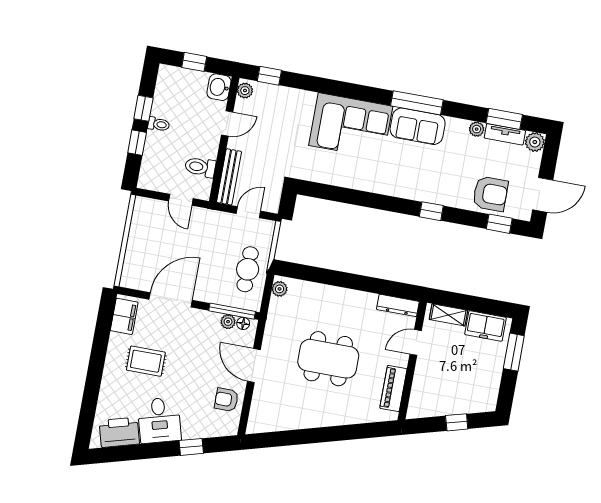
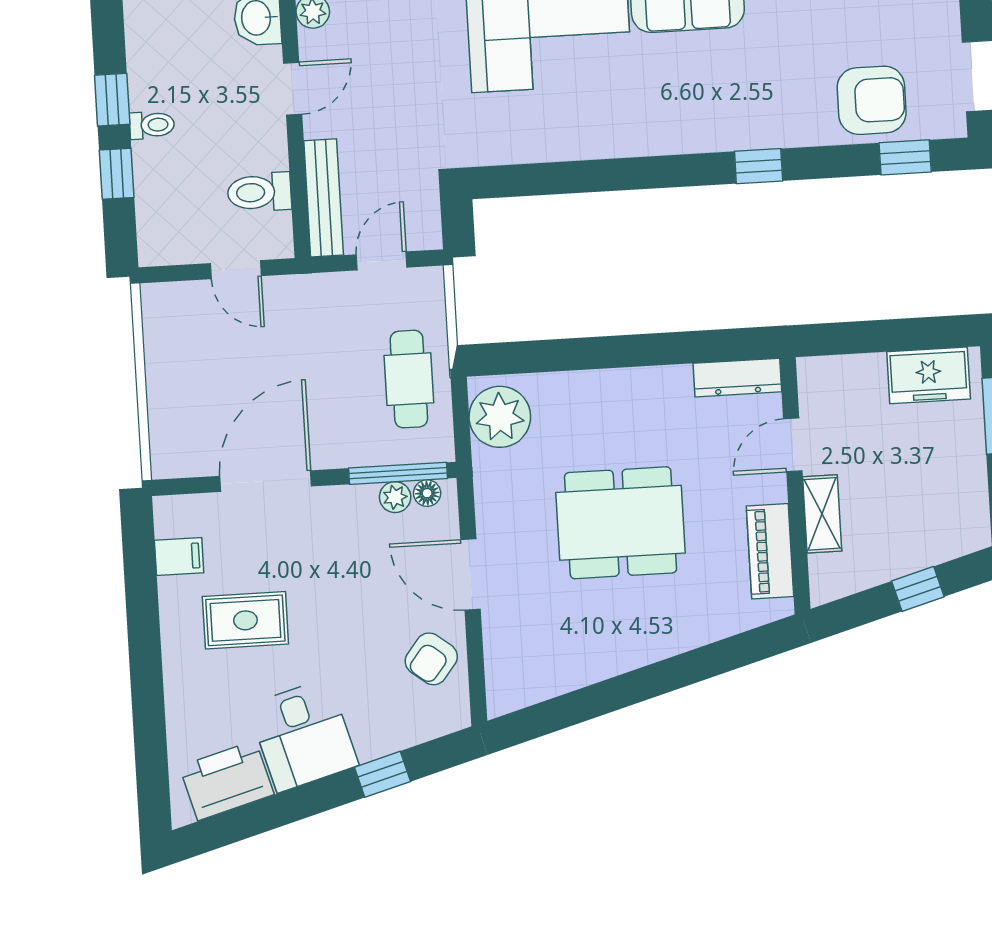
plant: (280, 289) -> (500, 417), width x1.88, depth x1.88
shelving: (448, 315) -> (822, 514), moved, turned 90
filing cabinet: (124, 316) -> (179, 557), width x0.50
armchair: (226, 400) -> (431, 659), turned -52

